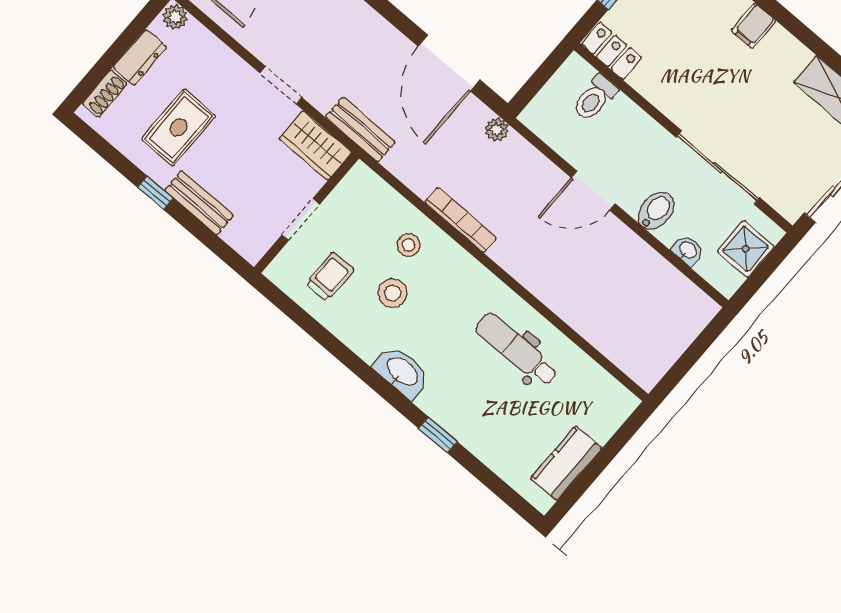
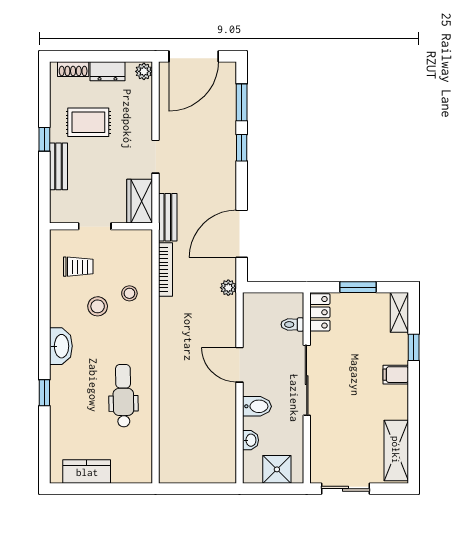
toilet: (595, 98) -> (292, 324), width x0.73, depth x0.72
sliding door: (718, 167) -> (307, 380), moved
bookcase: (461, 220) -> (166, 270), moved

